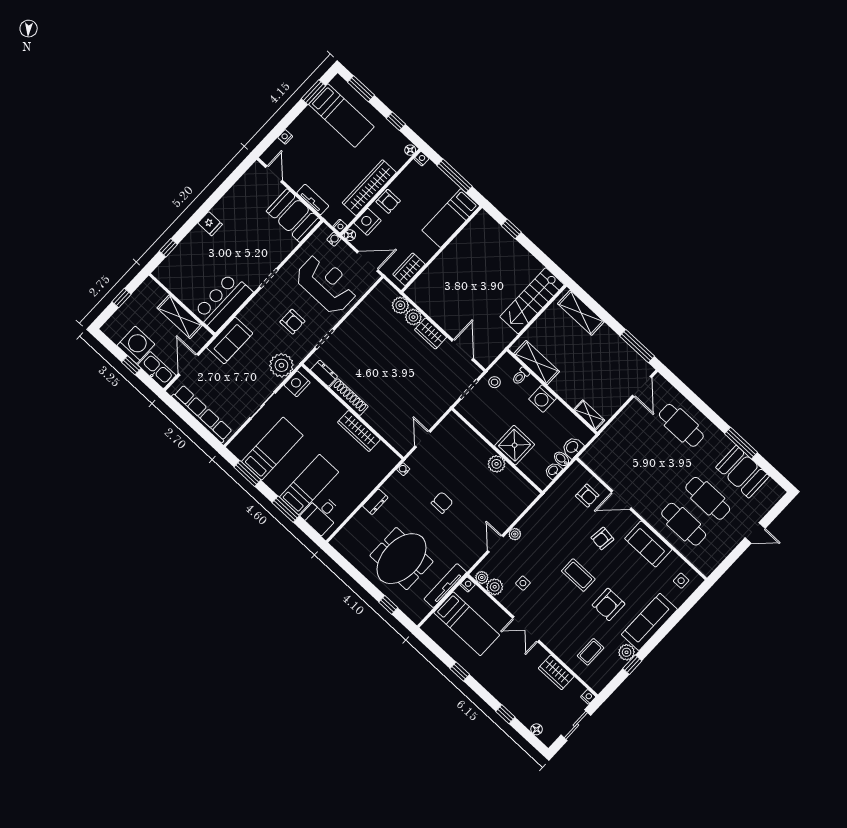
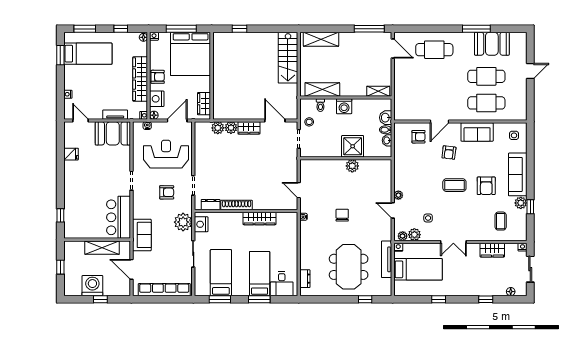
bed: (451, 218) -> (191, 54), width x2.04
fridge: (210, 224) -> (71, 154), moved
kitchen sink: (157, 370) -> (117, 289), removed
dresser: (375, 502) -> (305, 279), moved

